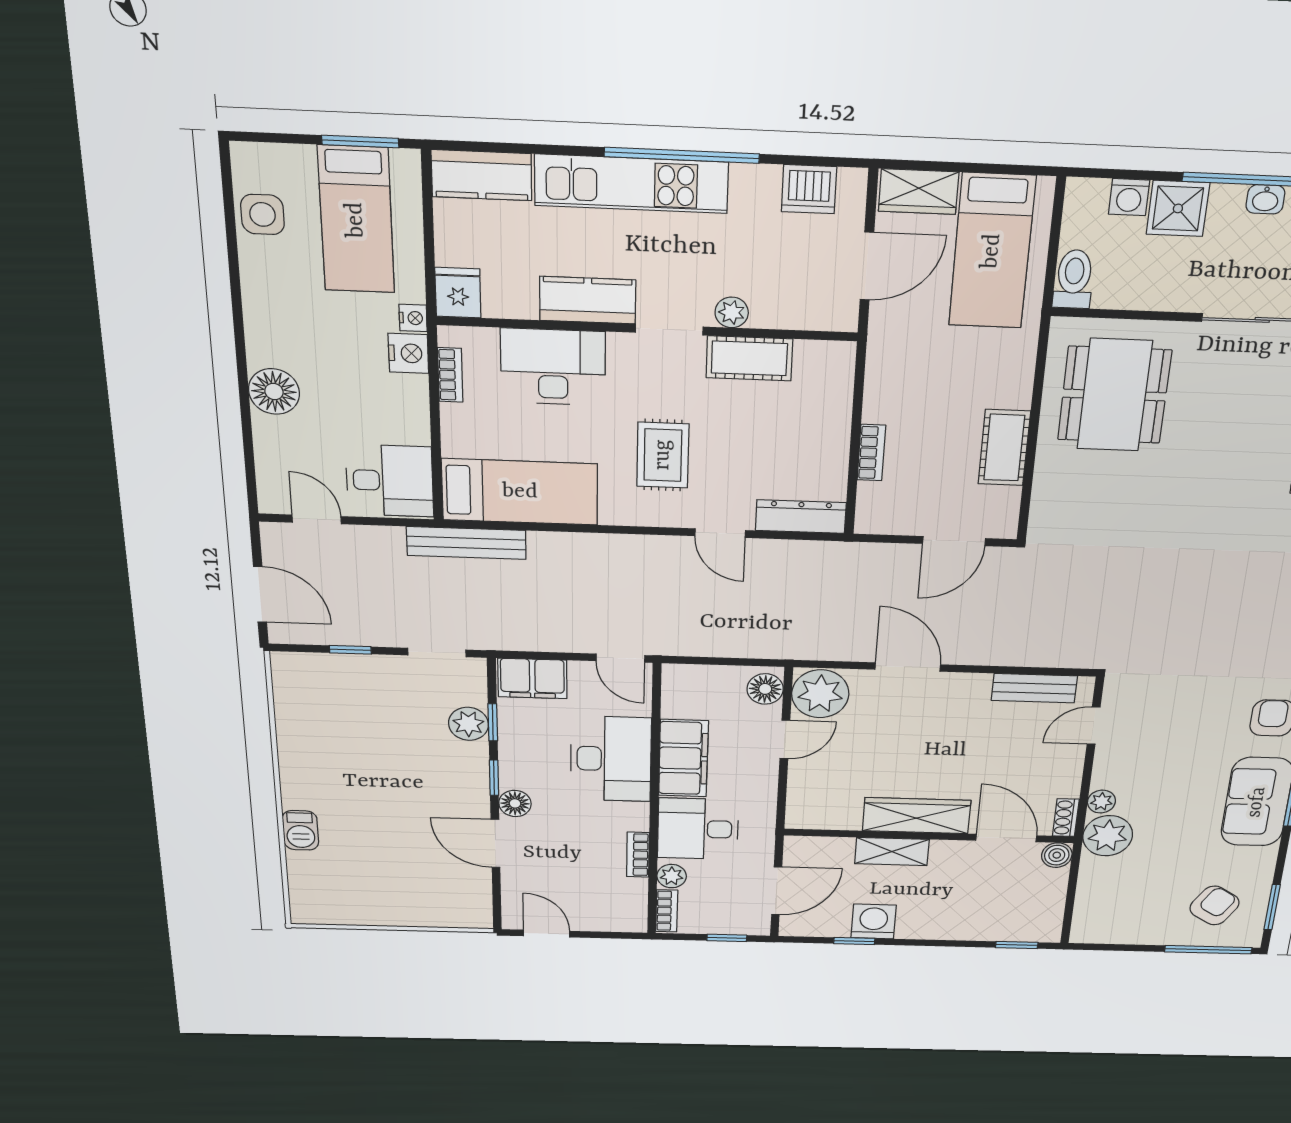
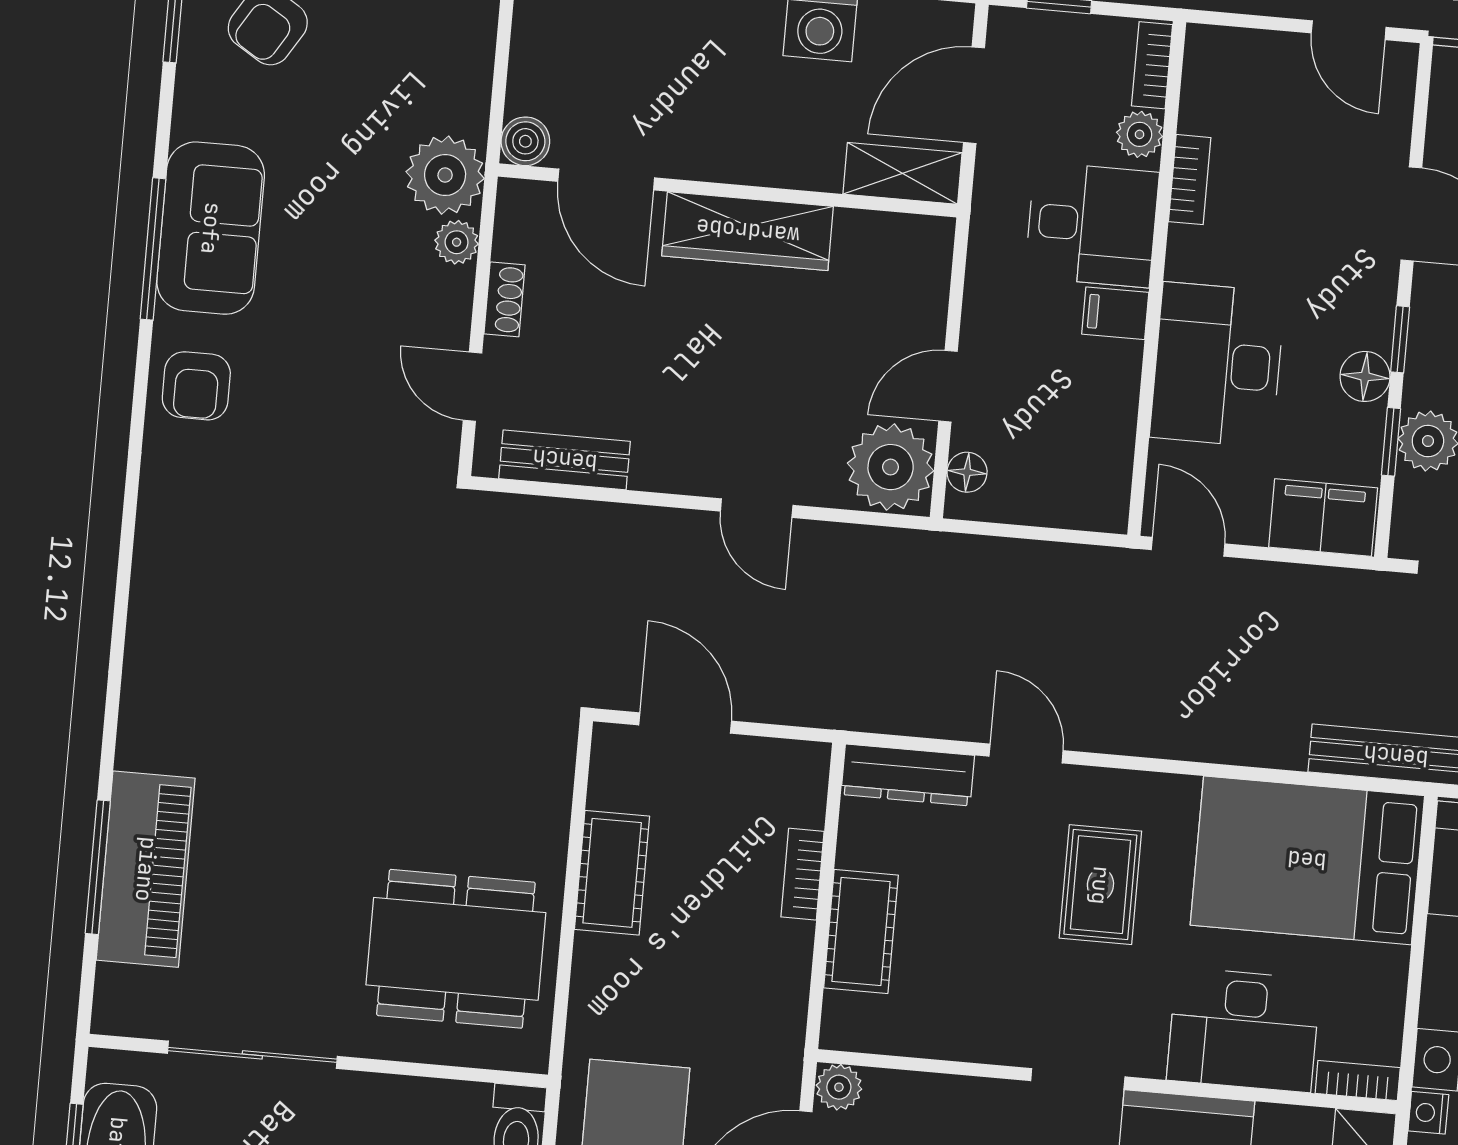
plant: (732, 312) -> (839, 1087), moved
cot: (749, 358) -> (861, 932), moved, turned 90
bookcase: (450, 375) -> (1358, 1080), moved, turned 90
dining table: (1114, 395) -> (456, 949), turned 90
bed: (520, 492) -> (1307, 860), width x1.50
door: (954, 541) -> (685, 723), hinge flipped
door: (908, 667) -> (757, 508), width x0.73
floor lamp: (765, 689) -> (967, 472), width x0.73, depth x0.73
door: (1094, 726) -> (472, 387), swing flipped
filing cabinet: (683, 758) -> (1115, 313), width x0.33, depth x0.86
floor lamp: (515, 803) -> (1365, 376), moved
shoe rack: (1066, 818) -> (504, 299), moved
shelving: (892, 852) -> (902, 173), moved

